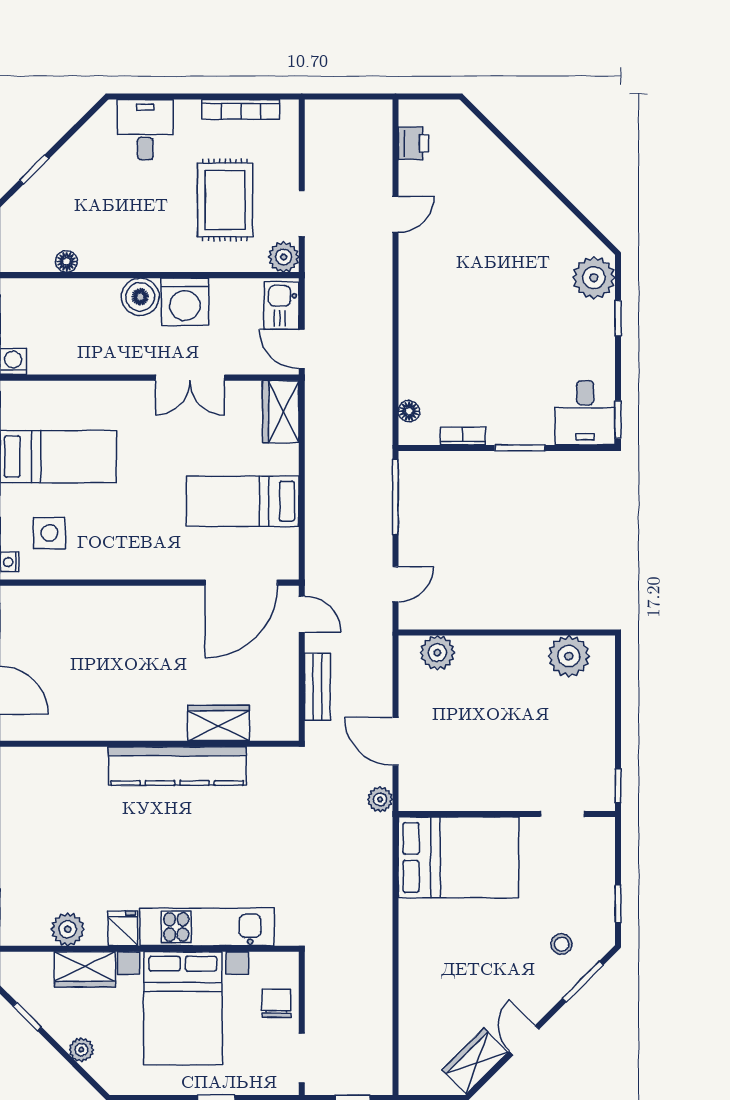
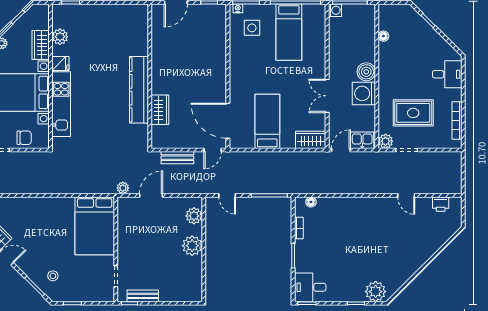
plant: (569, 656) -> (192, 246), moved
bench: (603, 758) -> (143, 296), added

